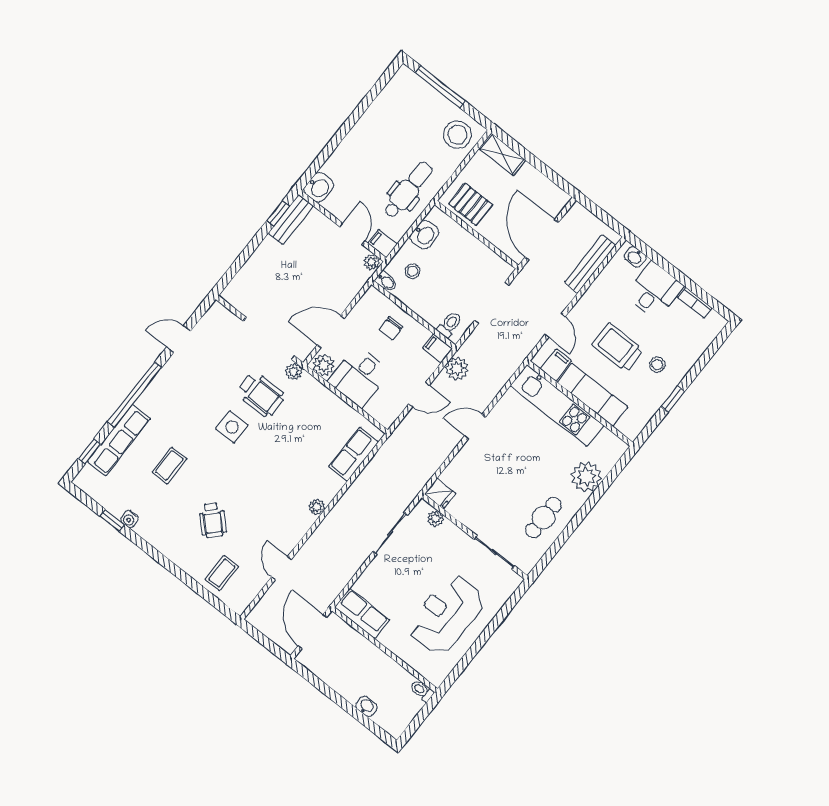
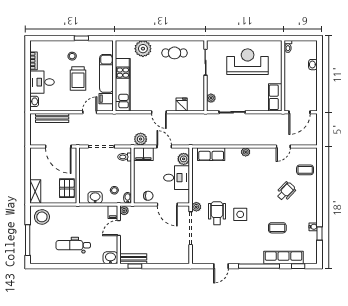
dental chair: (408, 190) -> (73, 245), moved
door: (542, 240) -> (58, 146), hinge flipped
chair: (391, 328) -> (148, 196), moved
door: (179, 339) -> (221, 266), hinge flipped
filing cabinet: (438, 348) -> (143, 154), width x2.00
plant: (324, 365) -> (184, 159), moved
fridge: (440, 494) -> (182, 104), moved
reception desk: (446, 614) -> (248, 62), turned 180

